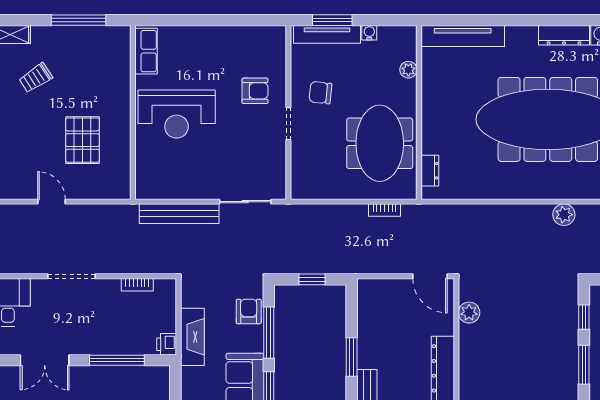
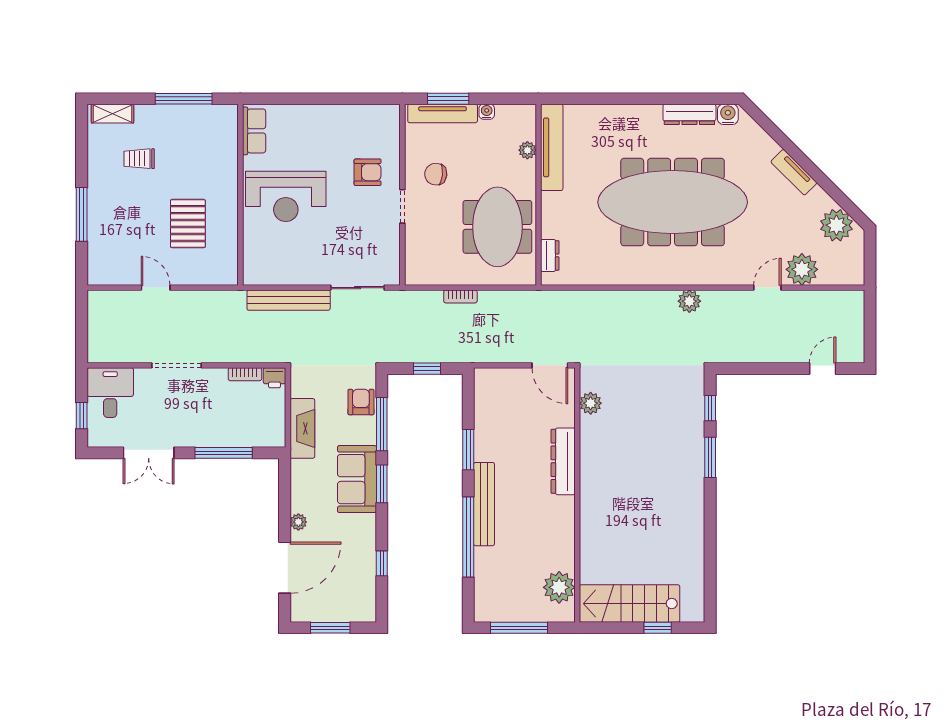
tv unit: (463, 36) -> (552, 147), moved, turned -90
trolley: (36, 78) -> (139, 159), turned 33
bookcase: (385, 210) -> (460, 296), moved
printer: (167, 344) -> (274, 378), moved, turned -90

